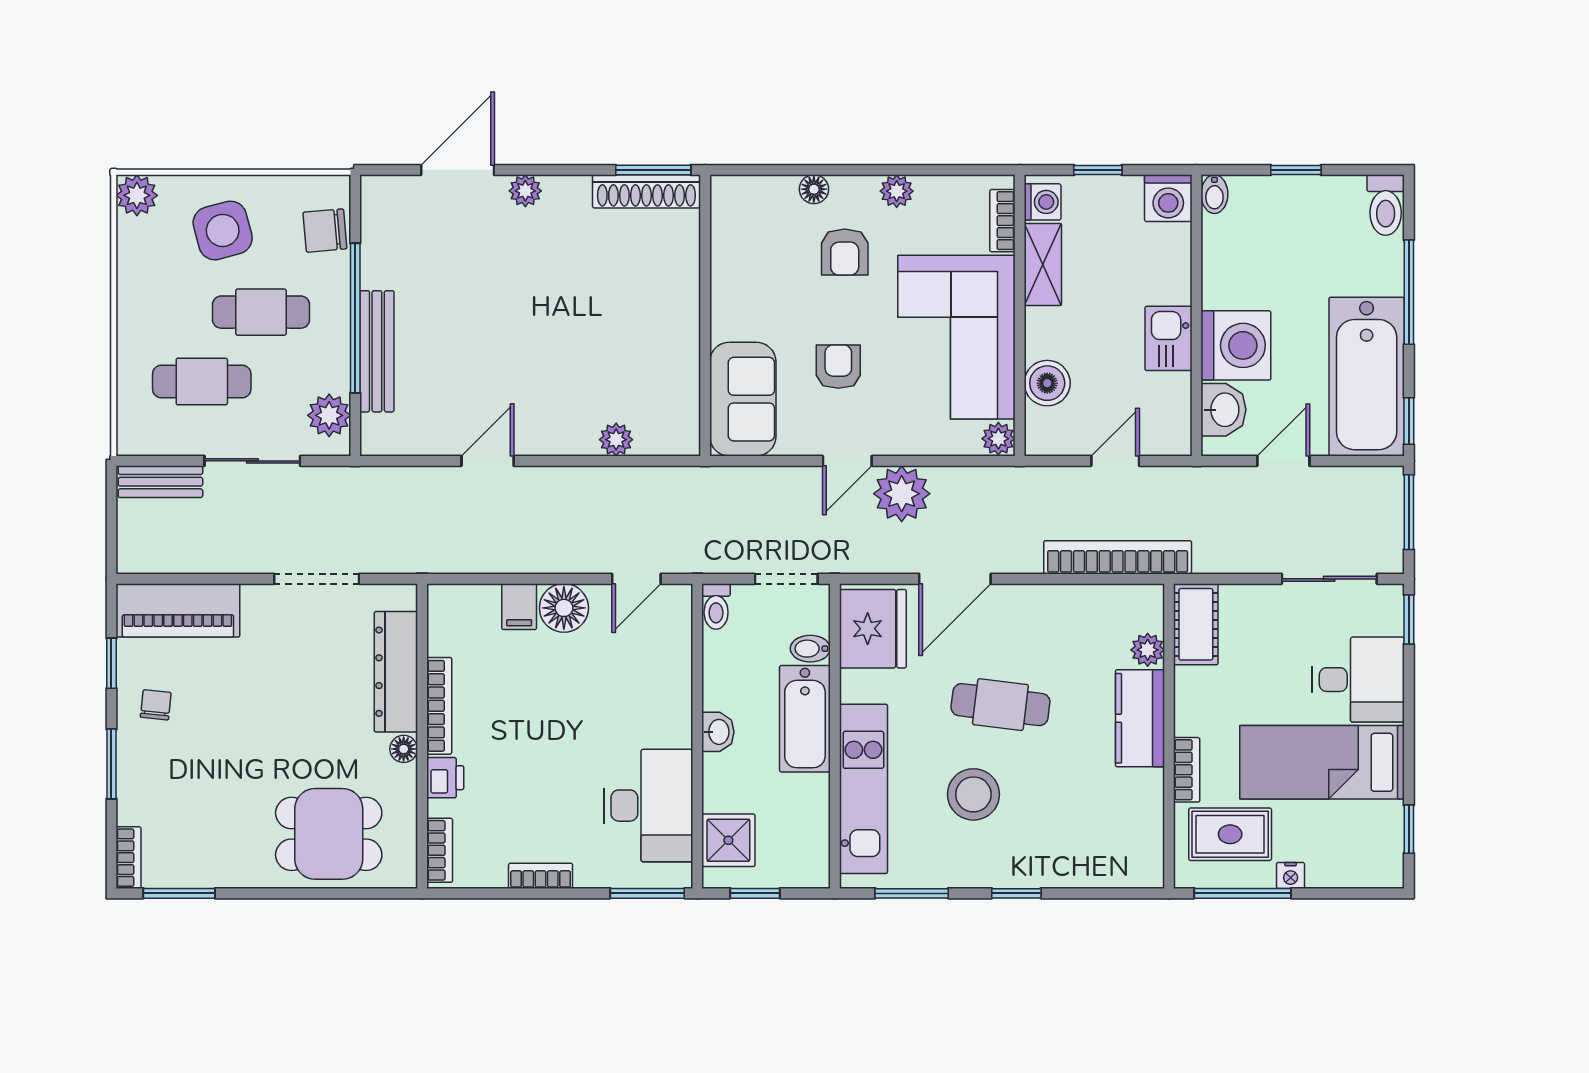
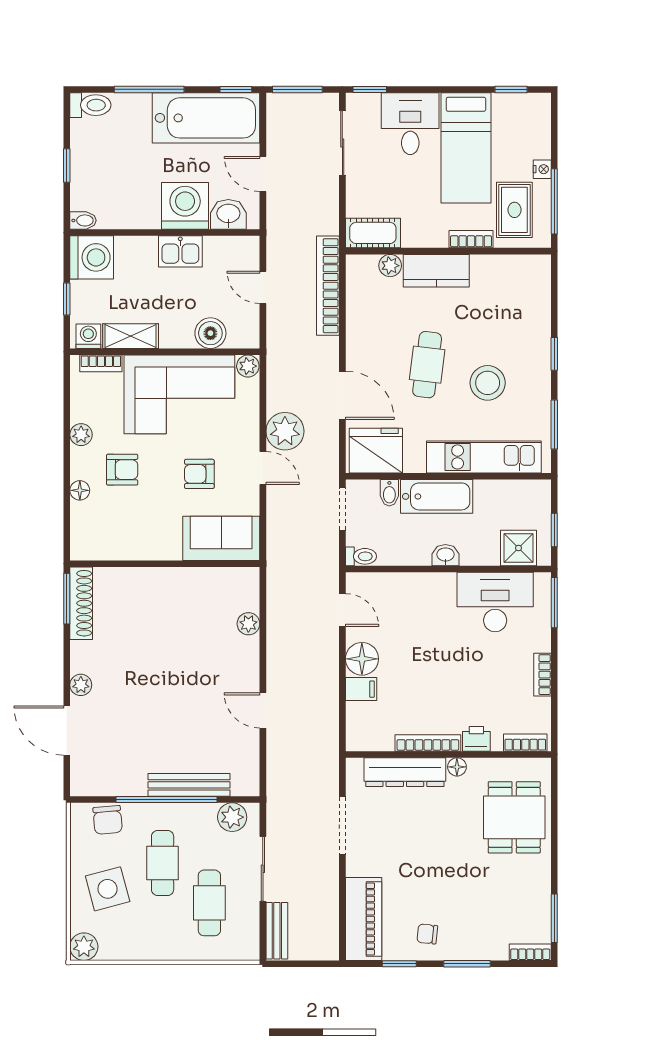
washing machine: (1168, 198) -> (92, 257), width x1.37, depth x1.37

